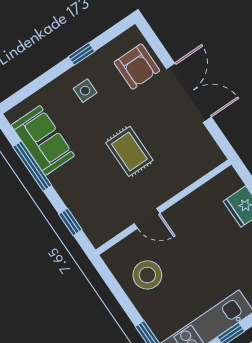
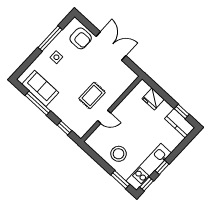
window: (81, 54) -> (50, 38), width x2.17
rug: (129, 151) -> (92, 96), moved, turned 90
stool: (147, 275) -> (119, 154), moved

